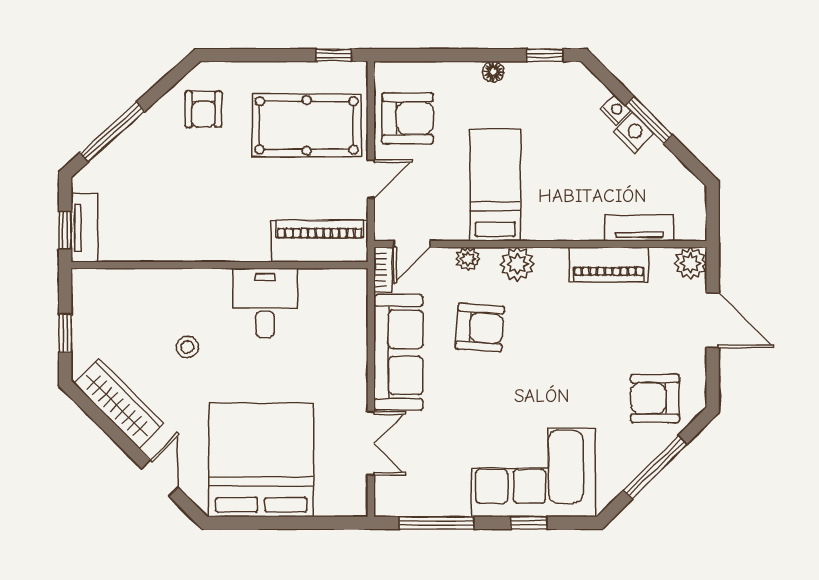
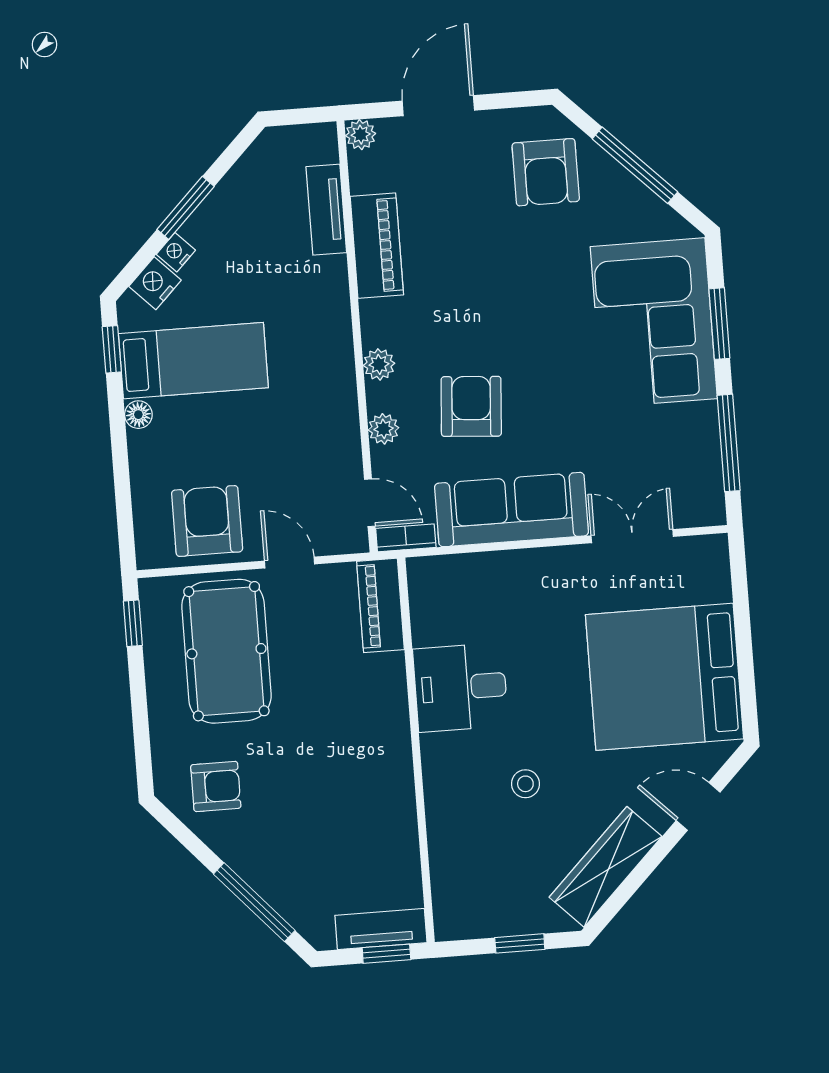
nightstand: (633, 133) -> (155, 283), moved
bed: (495, 185) -> (193, 361), moved, turned 180
piano: (320, 241) -> (381, 605), width x0.73, depth x0.75
plant: (690, 263) -> (361, 135), width x0.73, depth x0.73
plant: (518, 264) -> (379, 364), width x0.73, depth x0.73
window: (529, 523) -> (719, 324), width x1.50

